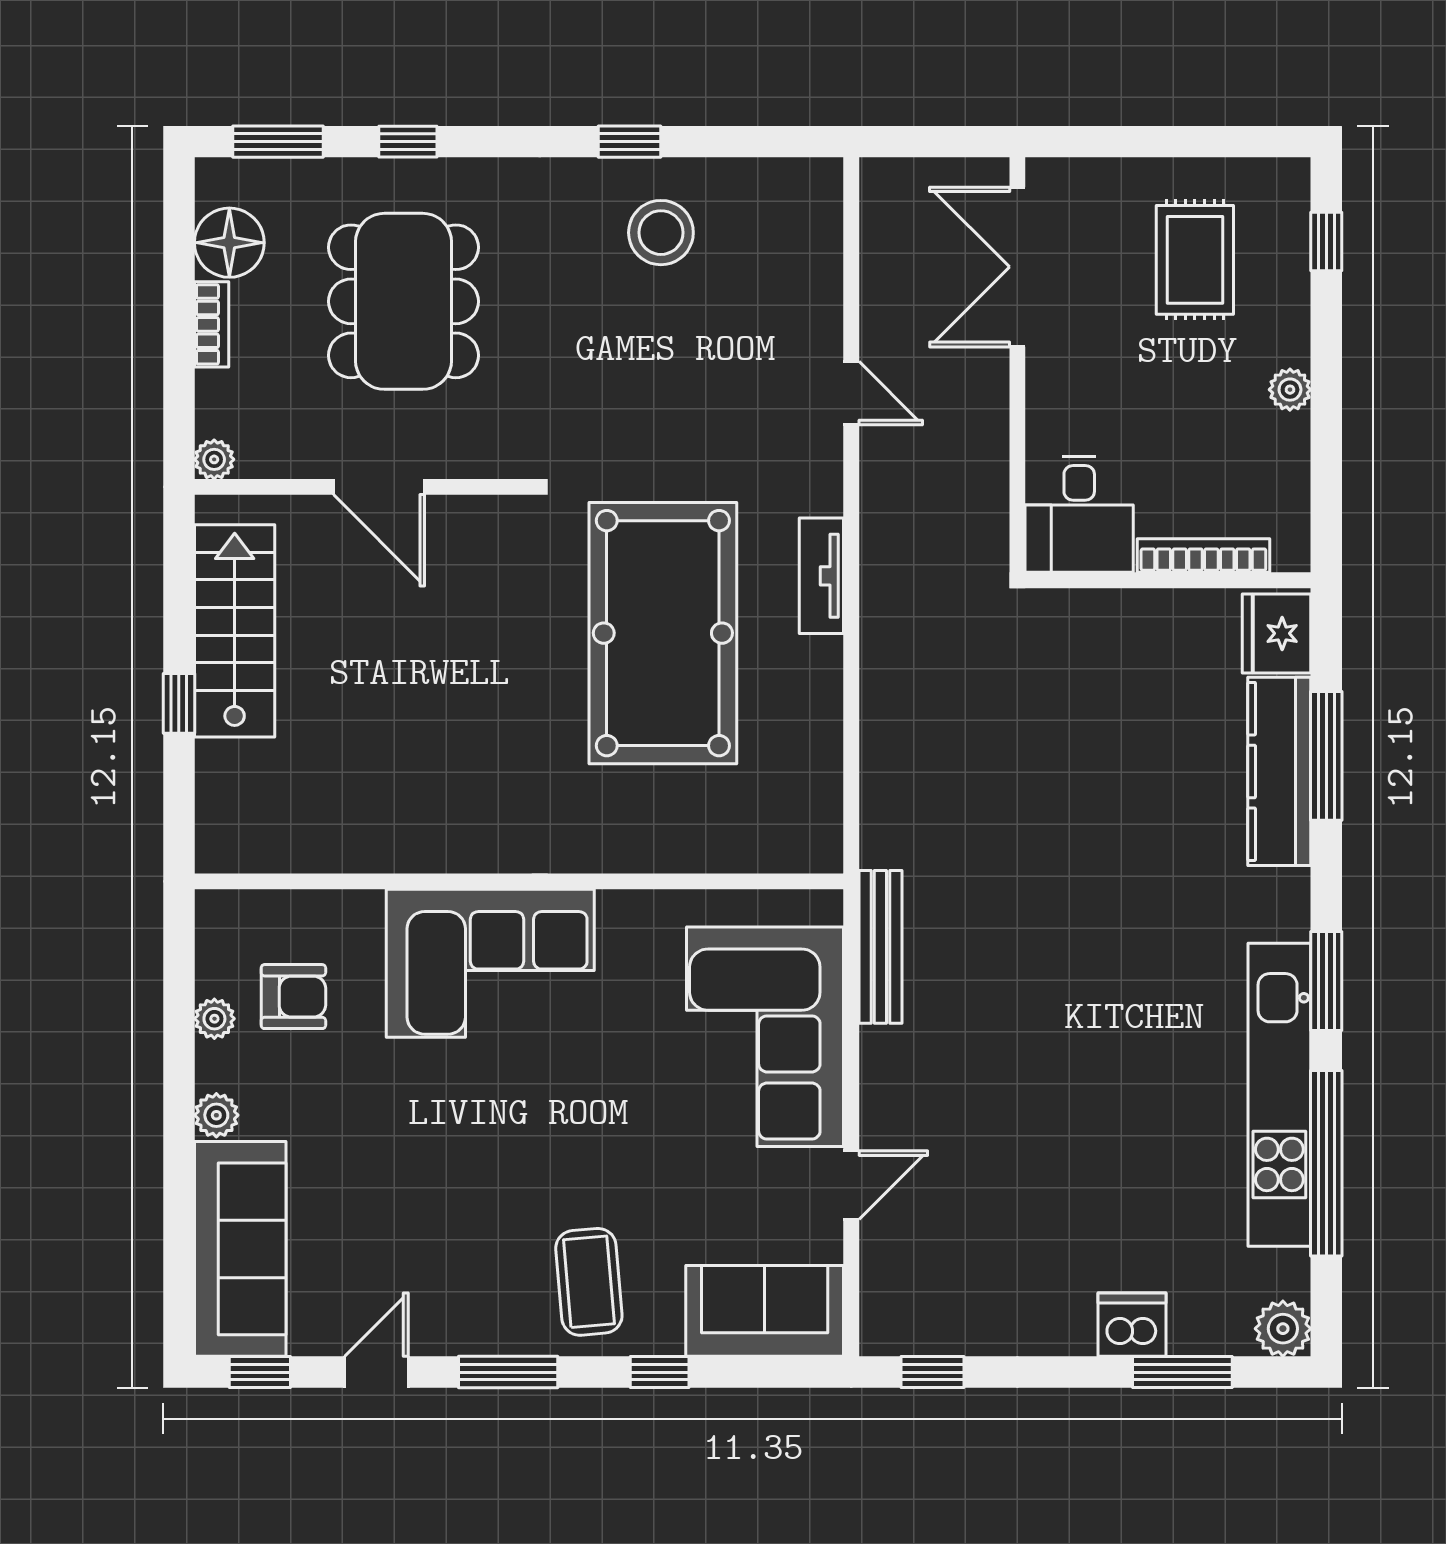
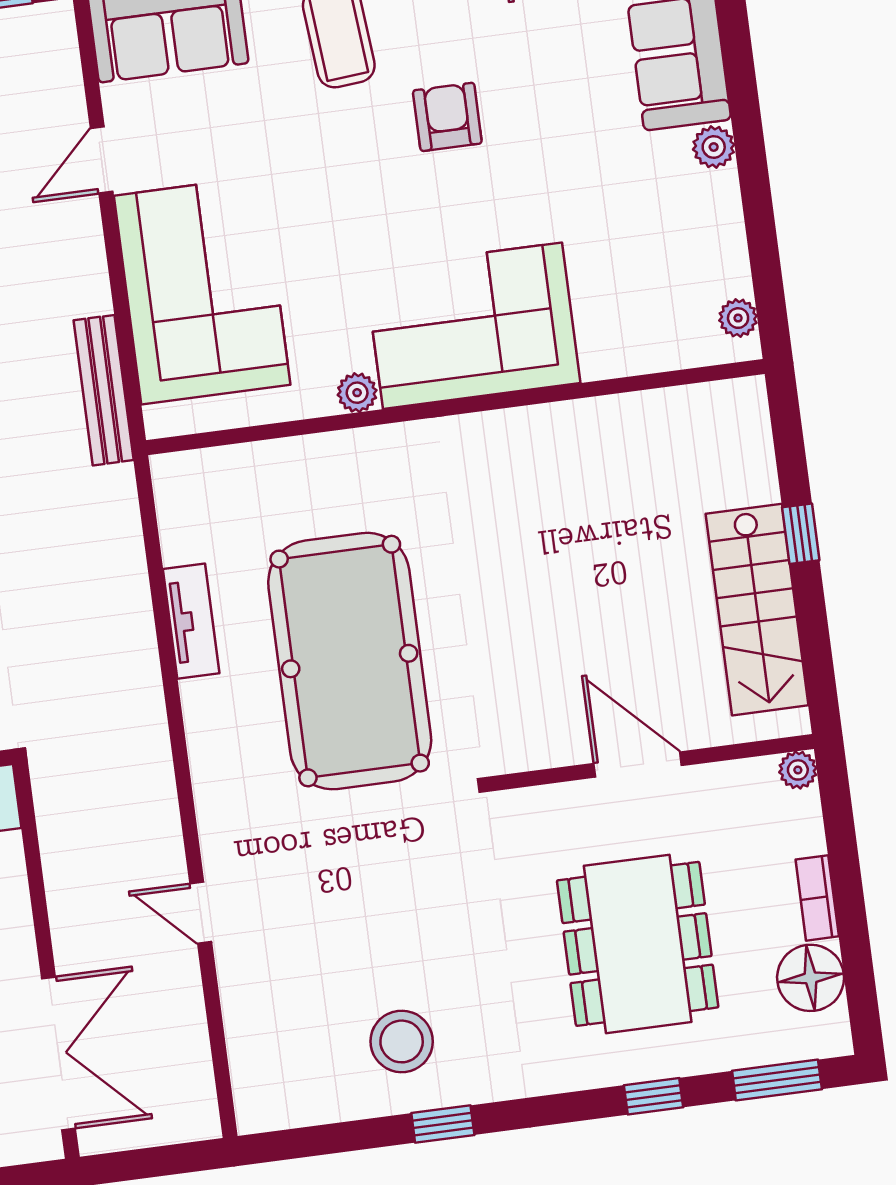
tv unit: (821, 576) -> (191, 621), moved
plant: (619, 910) -> (357, 393), added
armchair: (293, 997) -> (447, 117), moved, turned 90
plant: (214, 1019) -> (738, 318), moved

